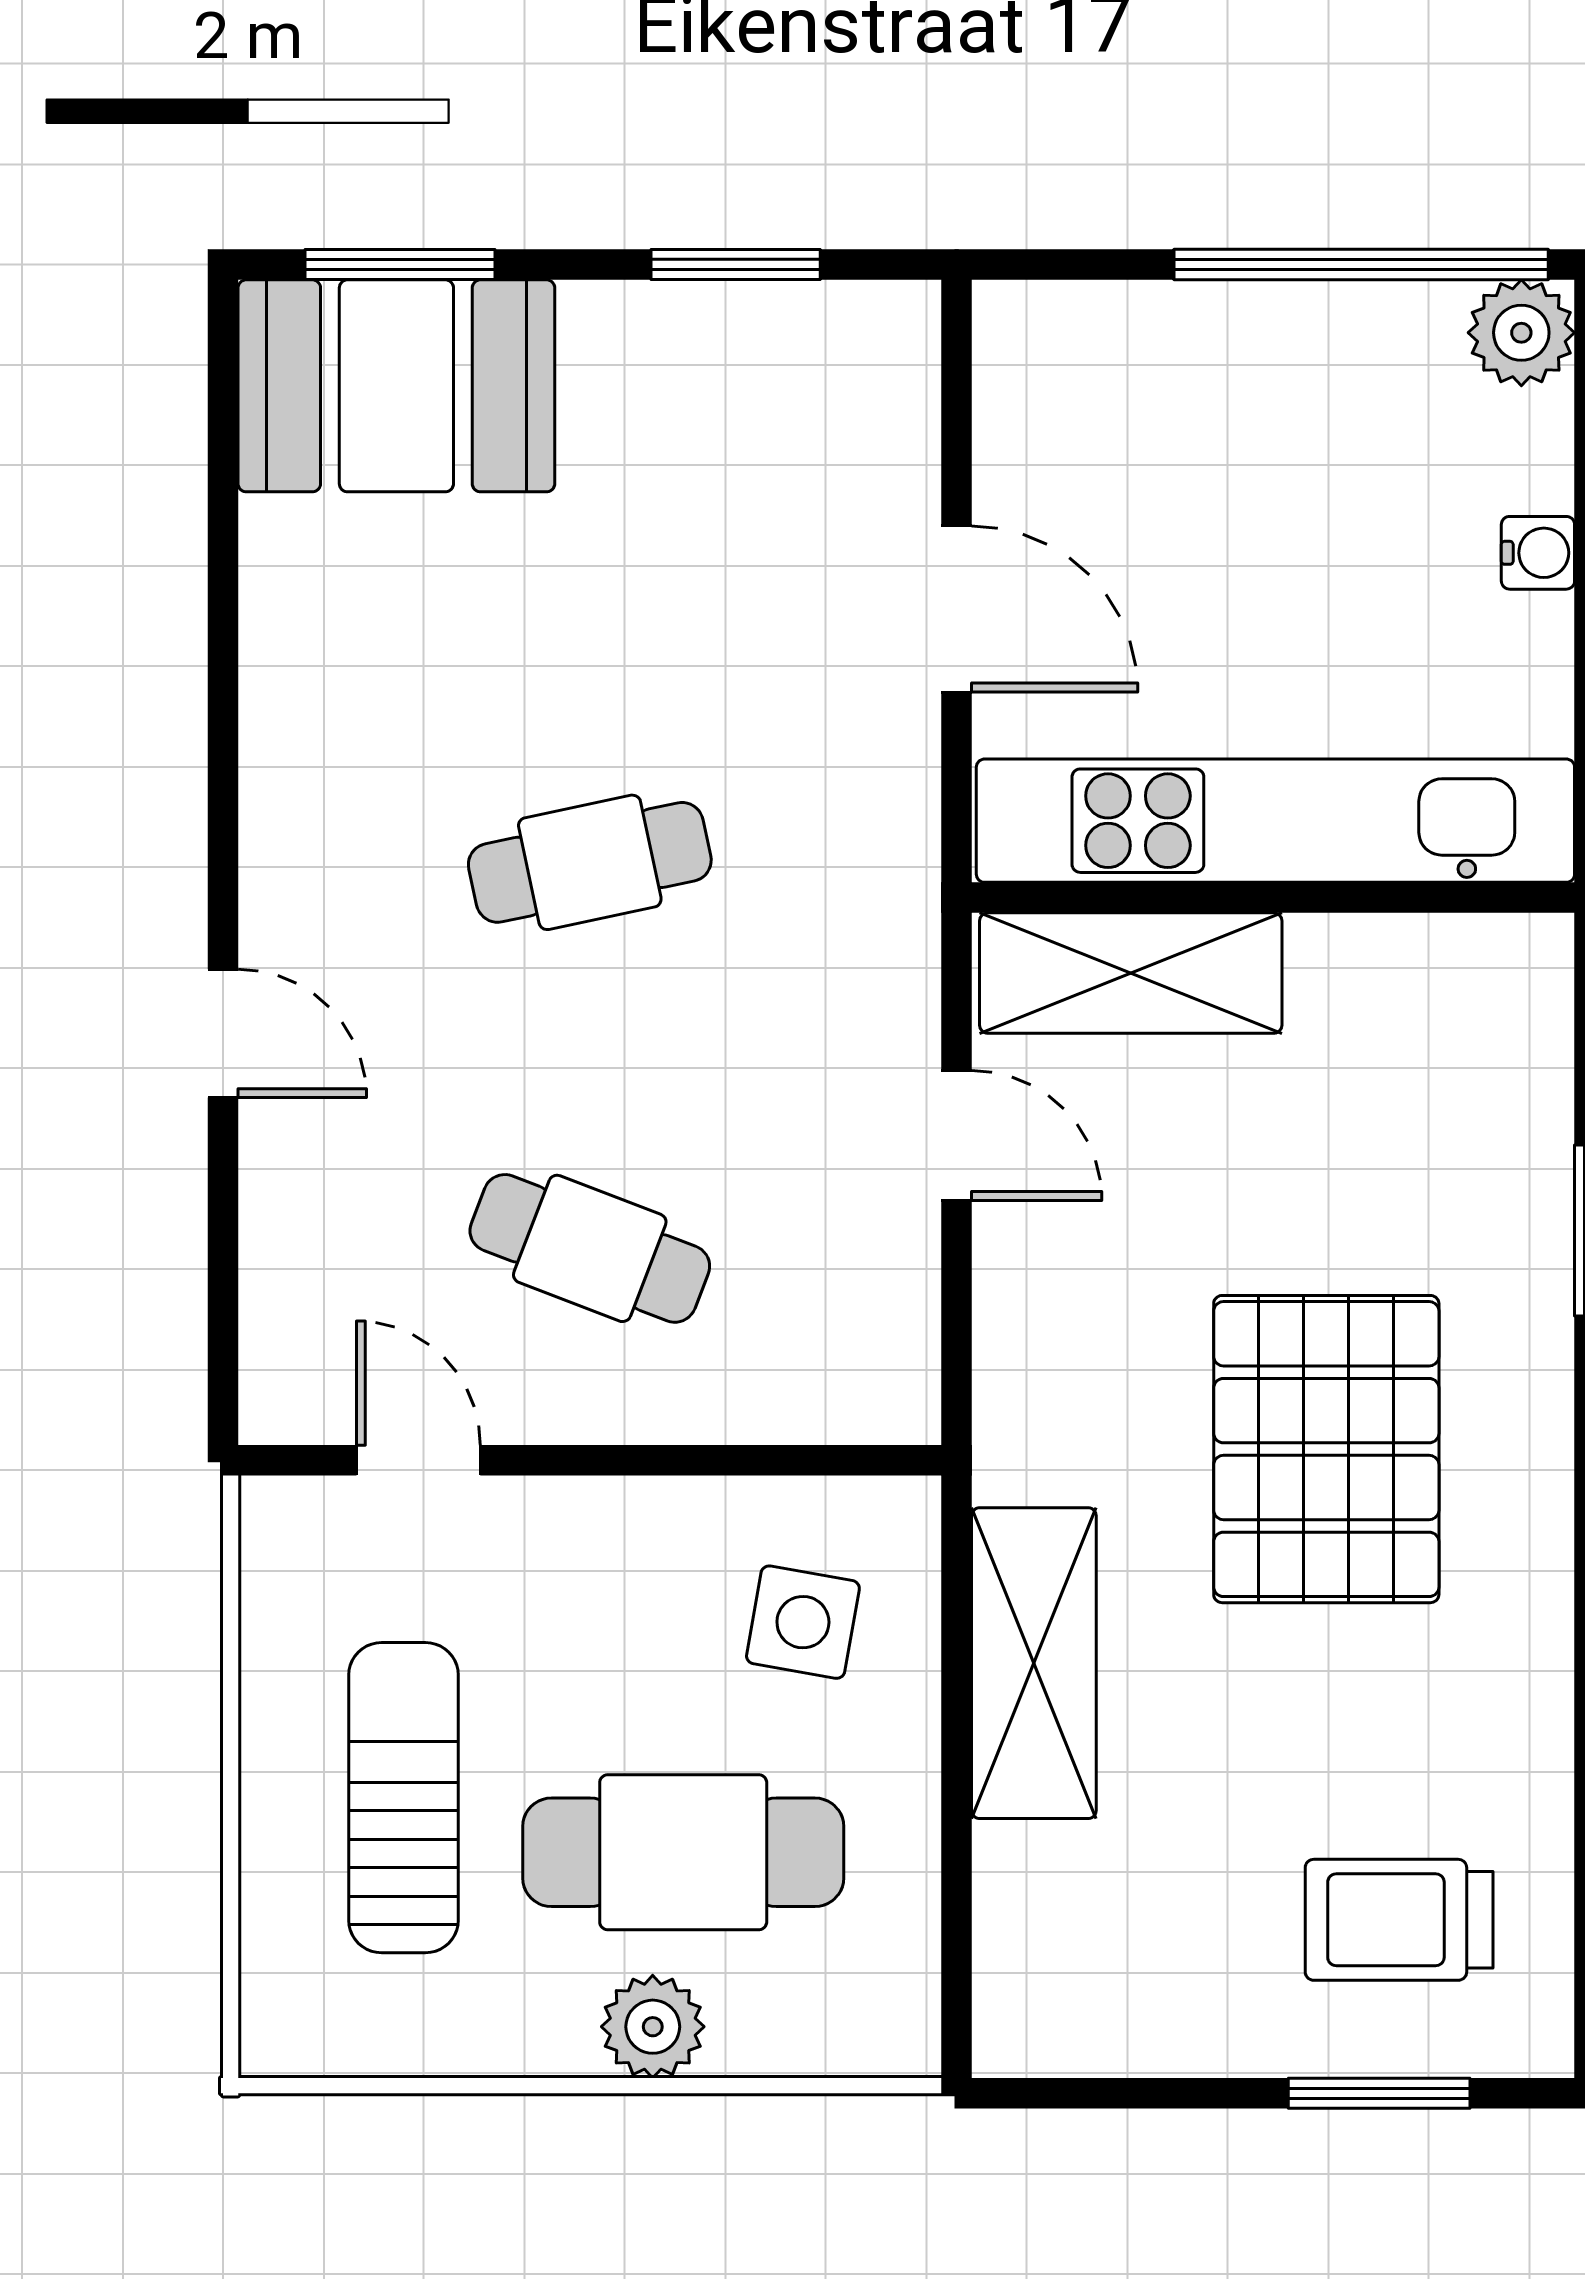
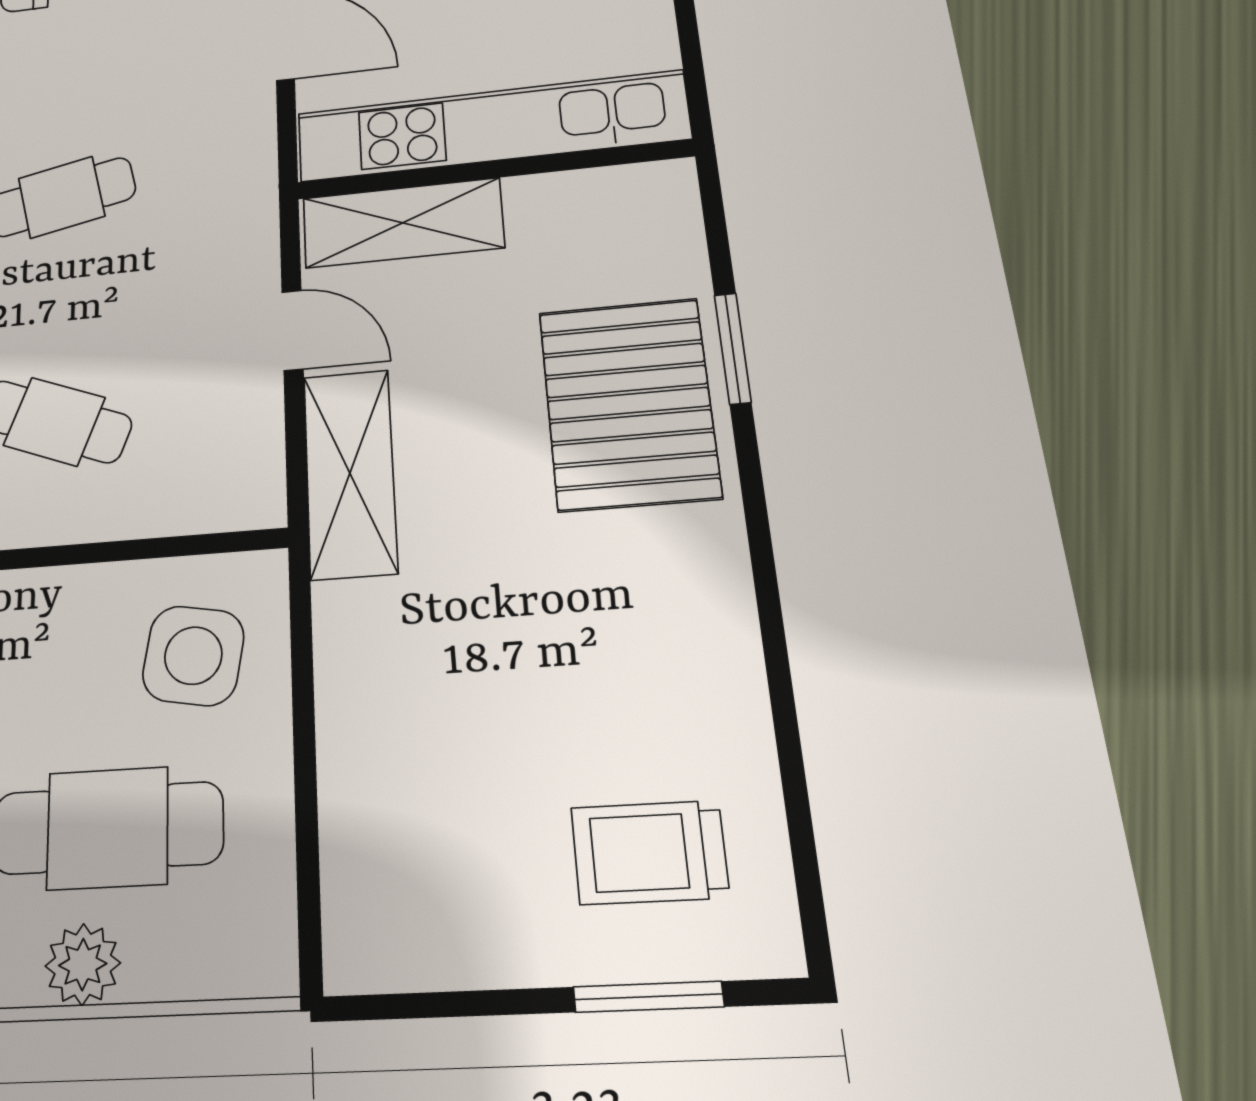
pallet: (1326, 1449) -> (628, 404), moved
side table: (803, 1622) -> (193, 656), width x1.37, depth x1.37
shelving: (1034, 1663) -> (350, 473), moved

